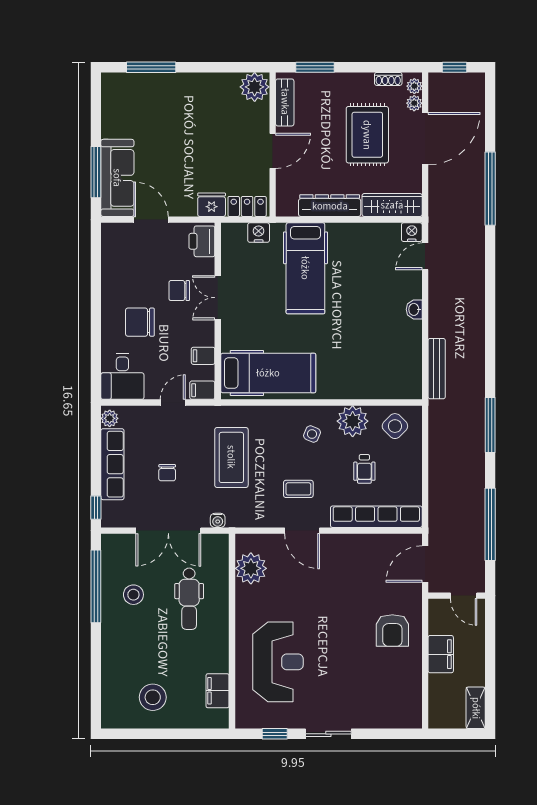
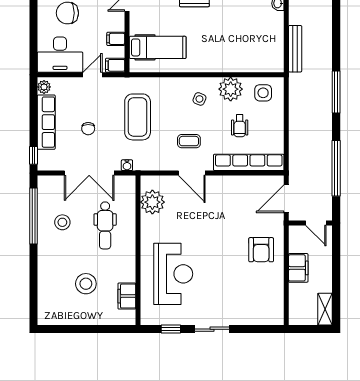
hospital bed: (268, 373) -> (158, 47), width x0.73, depth x0.78
desk: (122, 376) -> (60, 55), width x1.37
side table: (395, 426) -> (263, 93), turned 45
stool: (153, 697) -> (86, 284), moved

